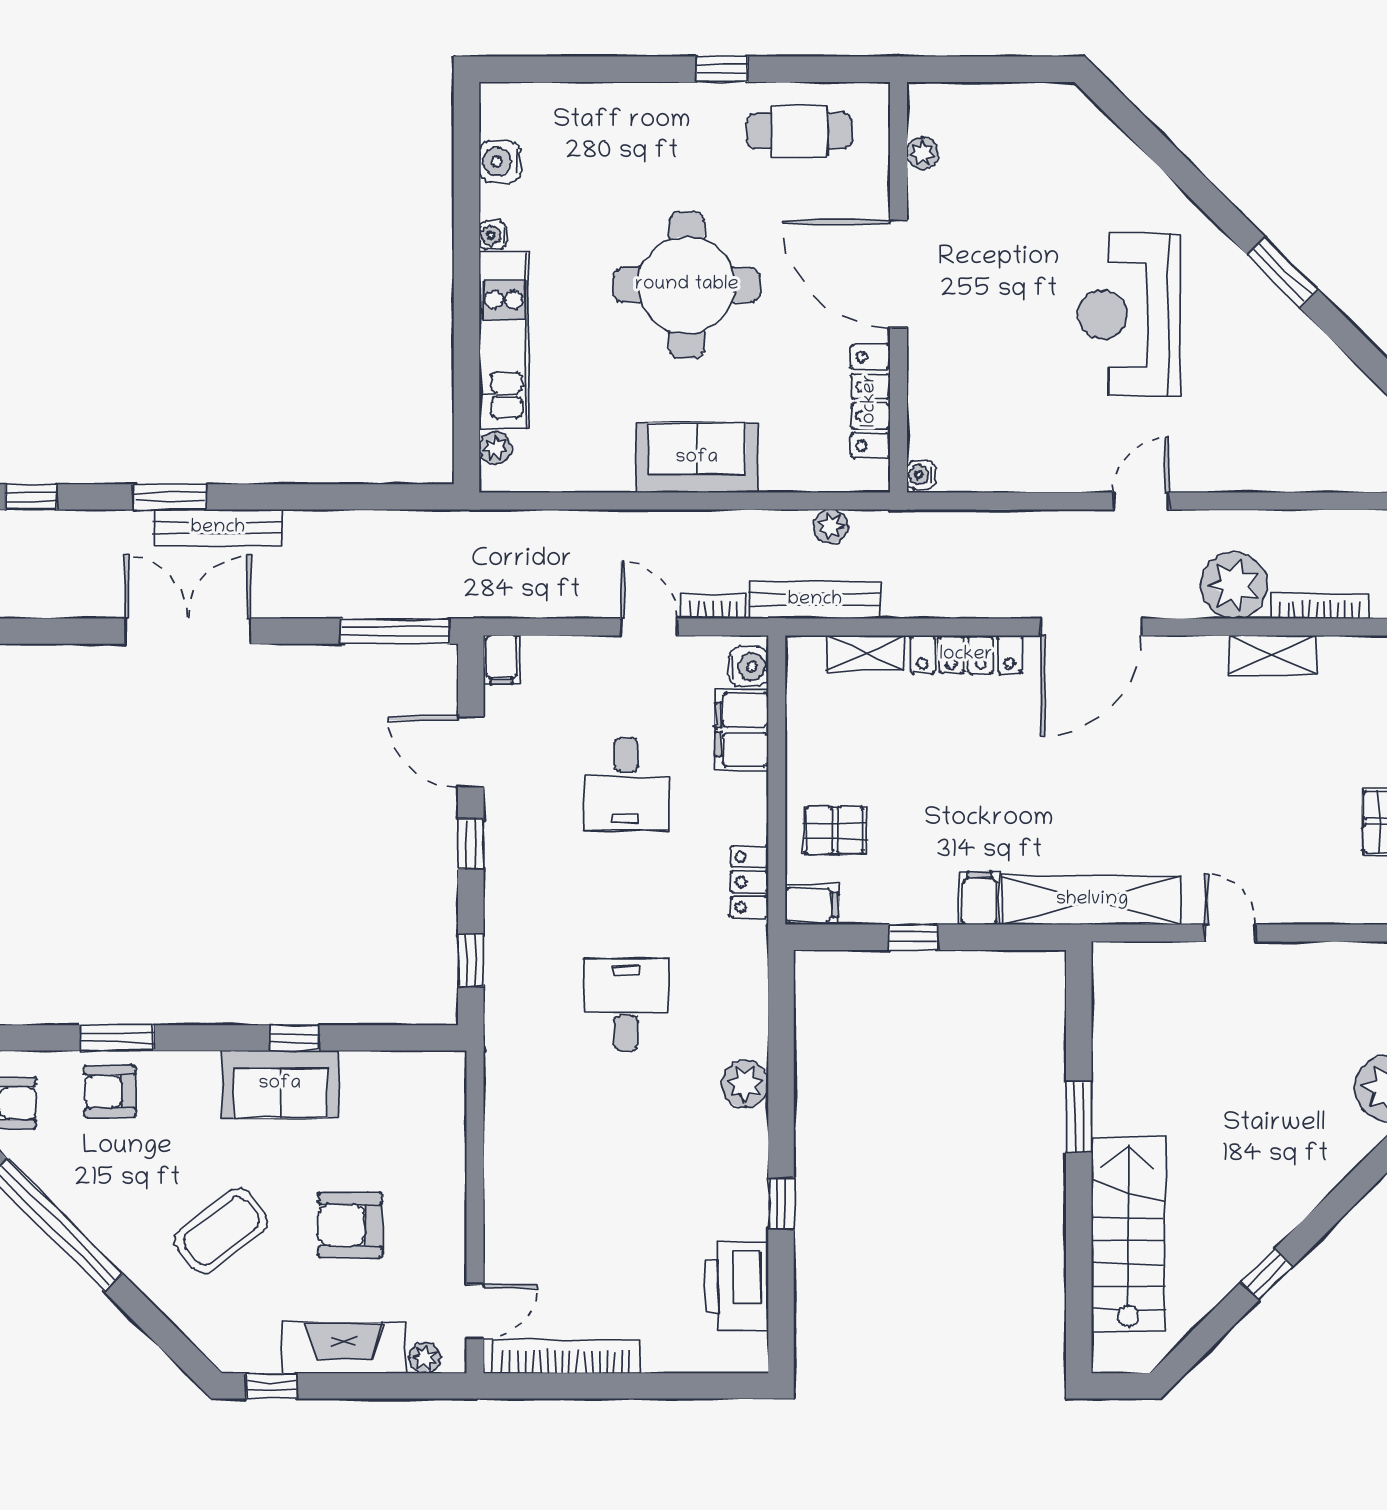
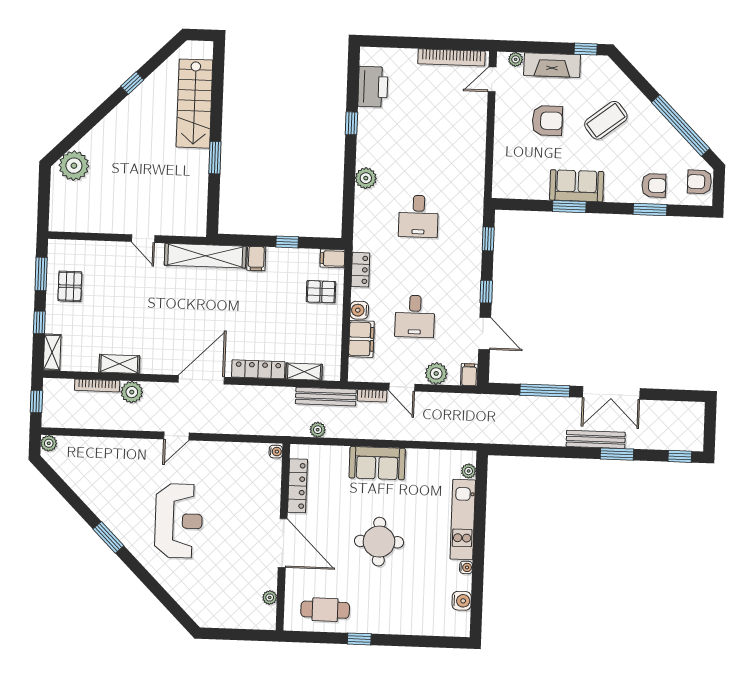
round table: (687, 285) -> (379, 542), width x0.73, depth x0.73
plant: (1234, 585) -> (132, 392), width x0.73, depth x0.73
window: (395, 631) -> (545, 390), moved
plant: (574, 660) -> (436, 373), added
water cooler: (749, 667) -> (359, 310), moved
desk: (626, 784) -> (415, 316), turned 180
window: (295, 1038) -> (569, 207), width x1.50

